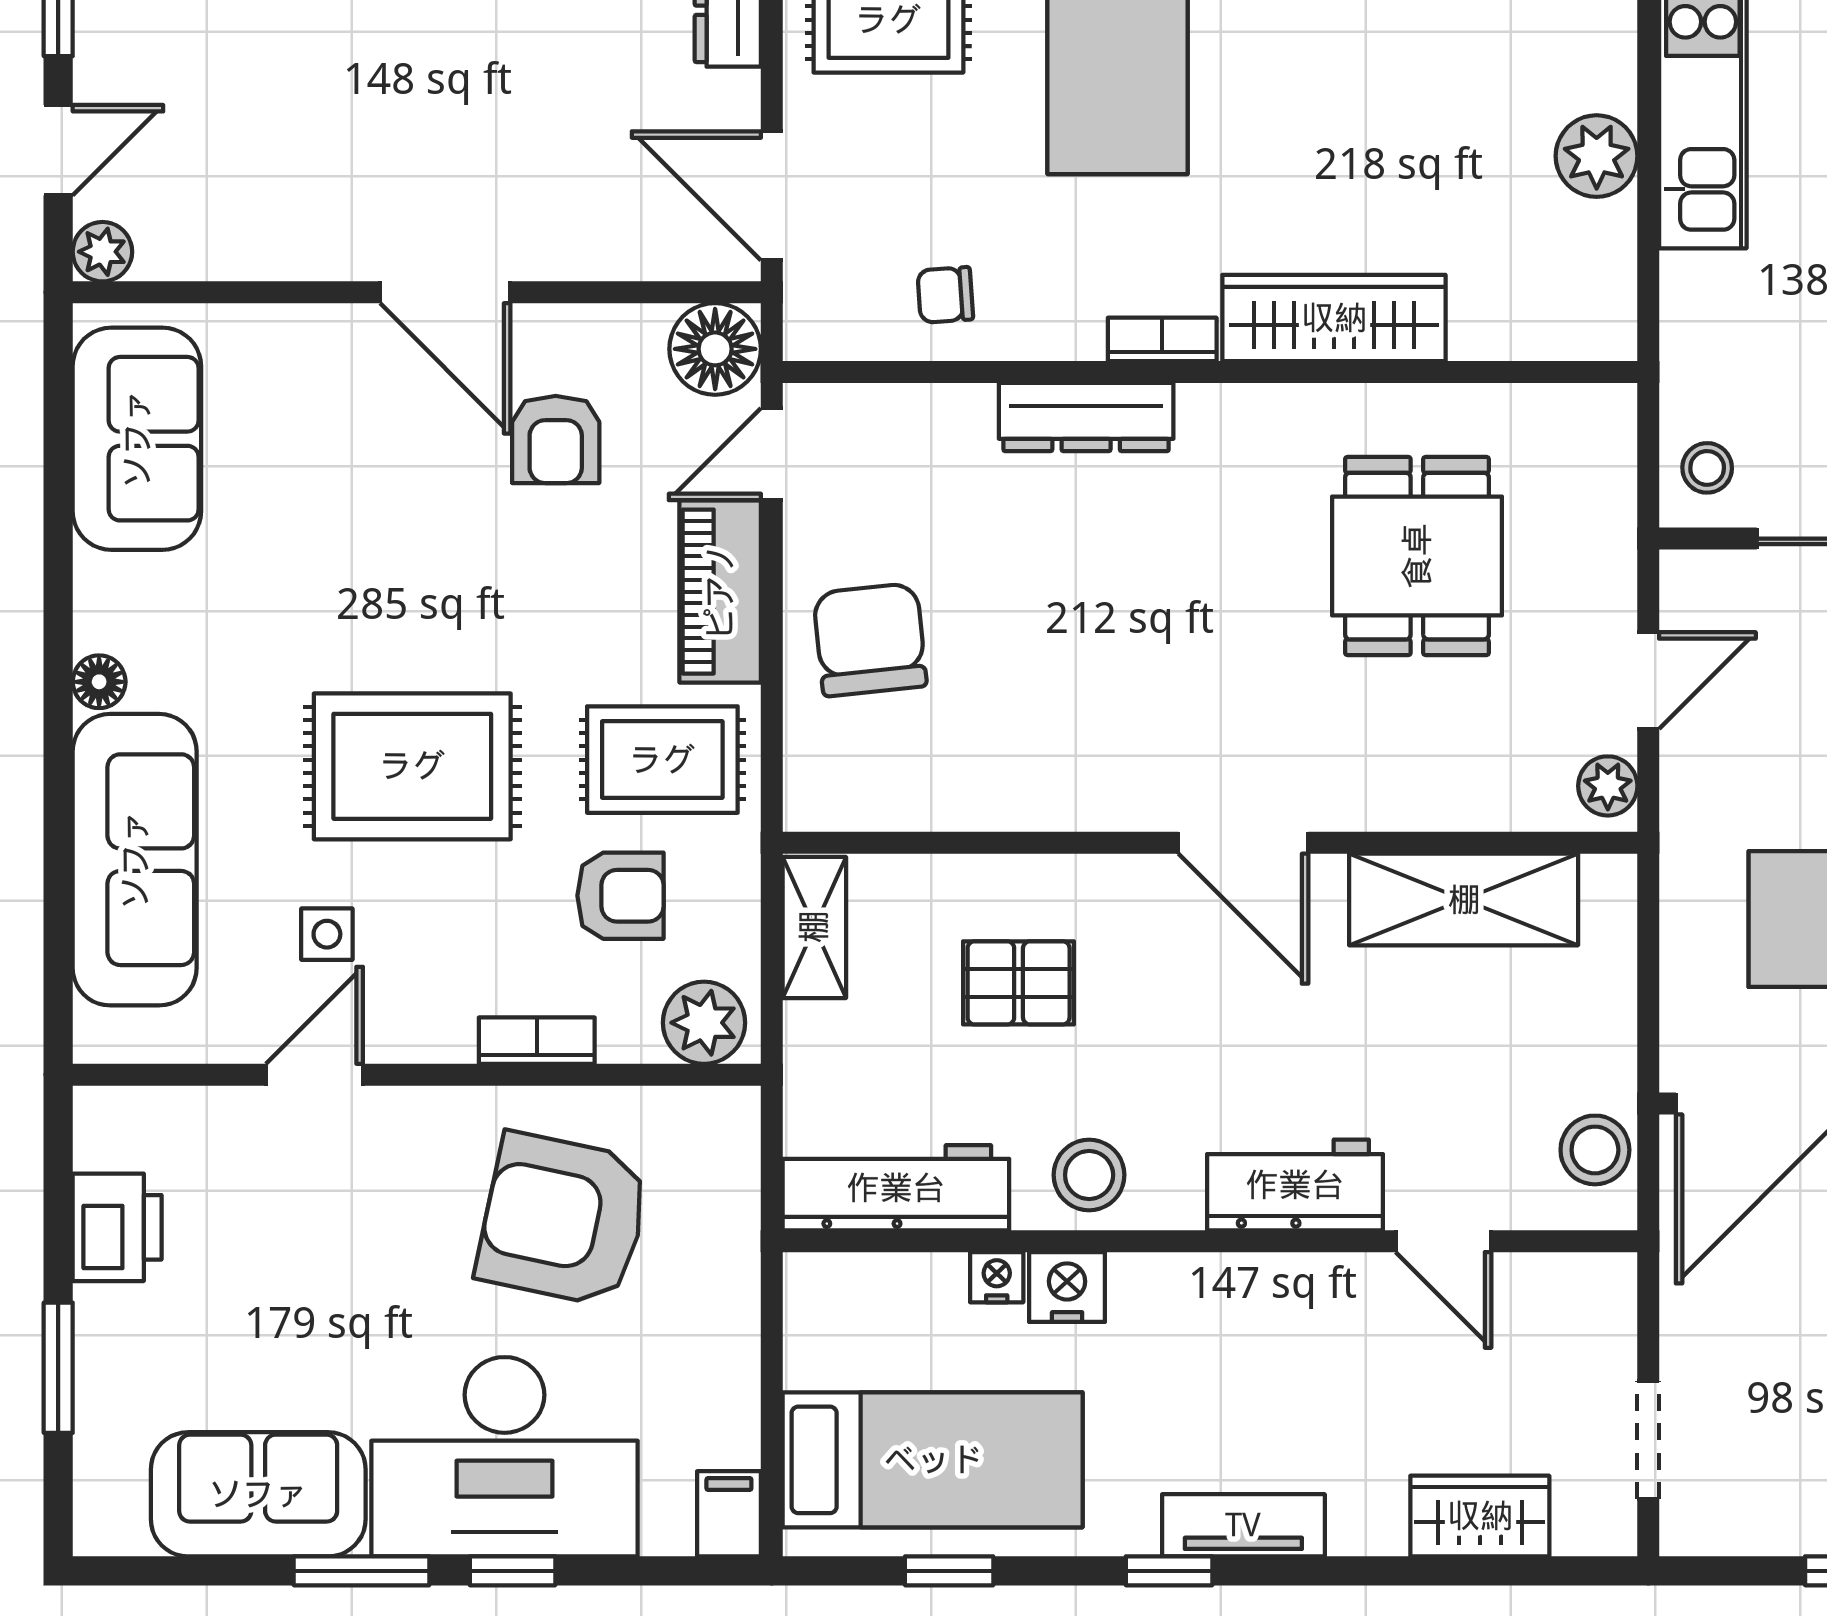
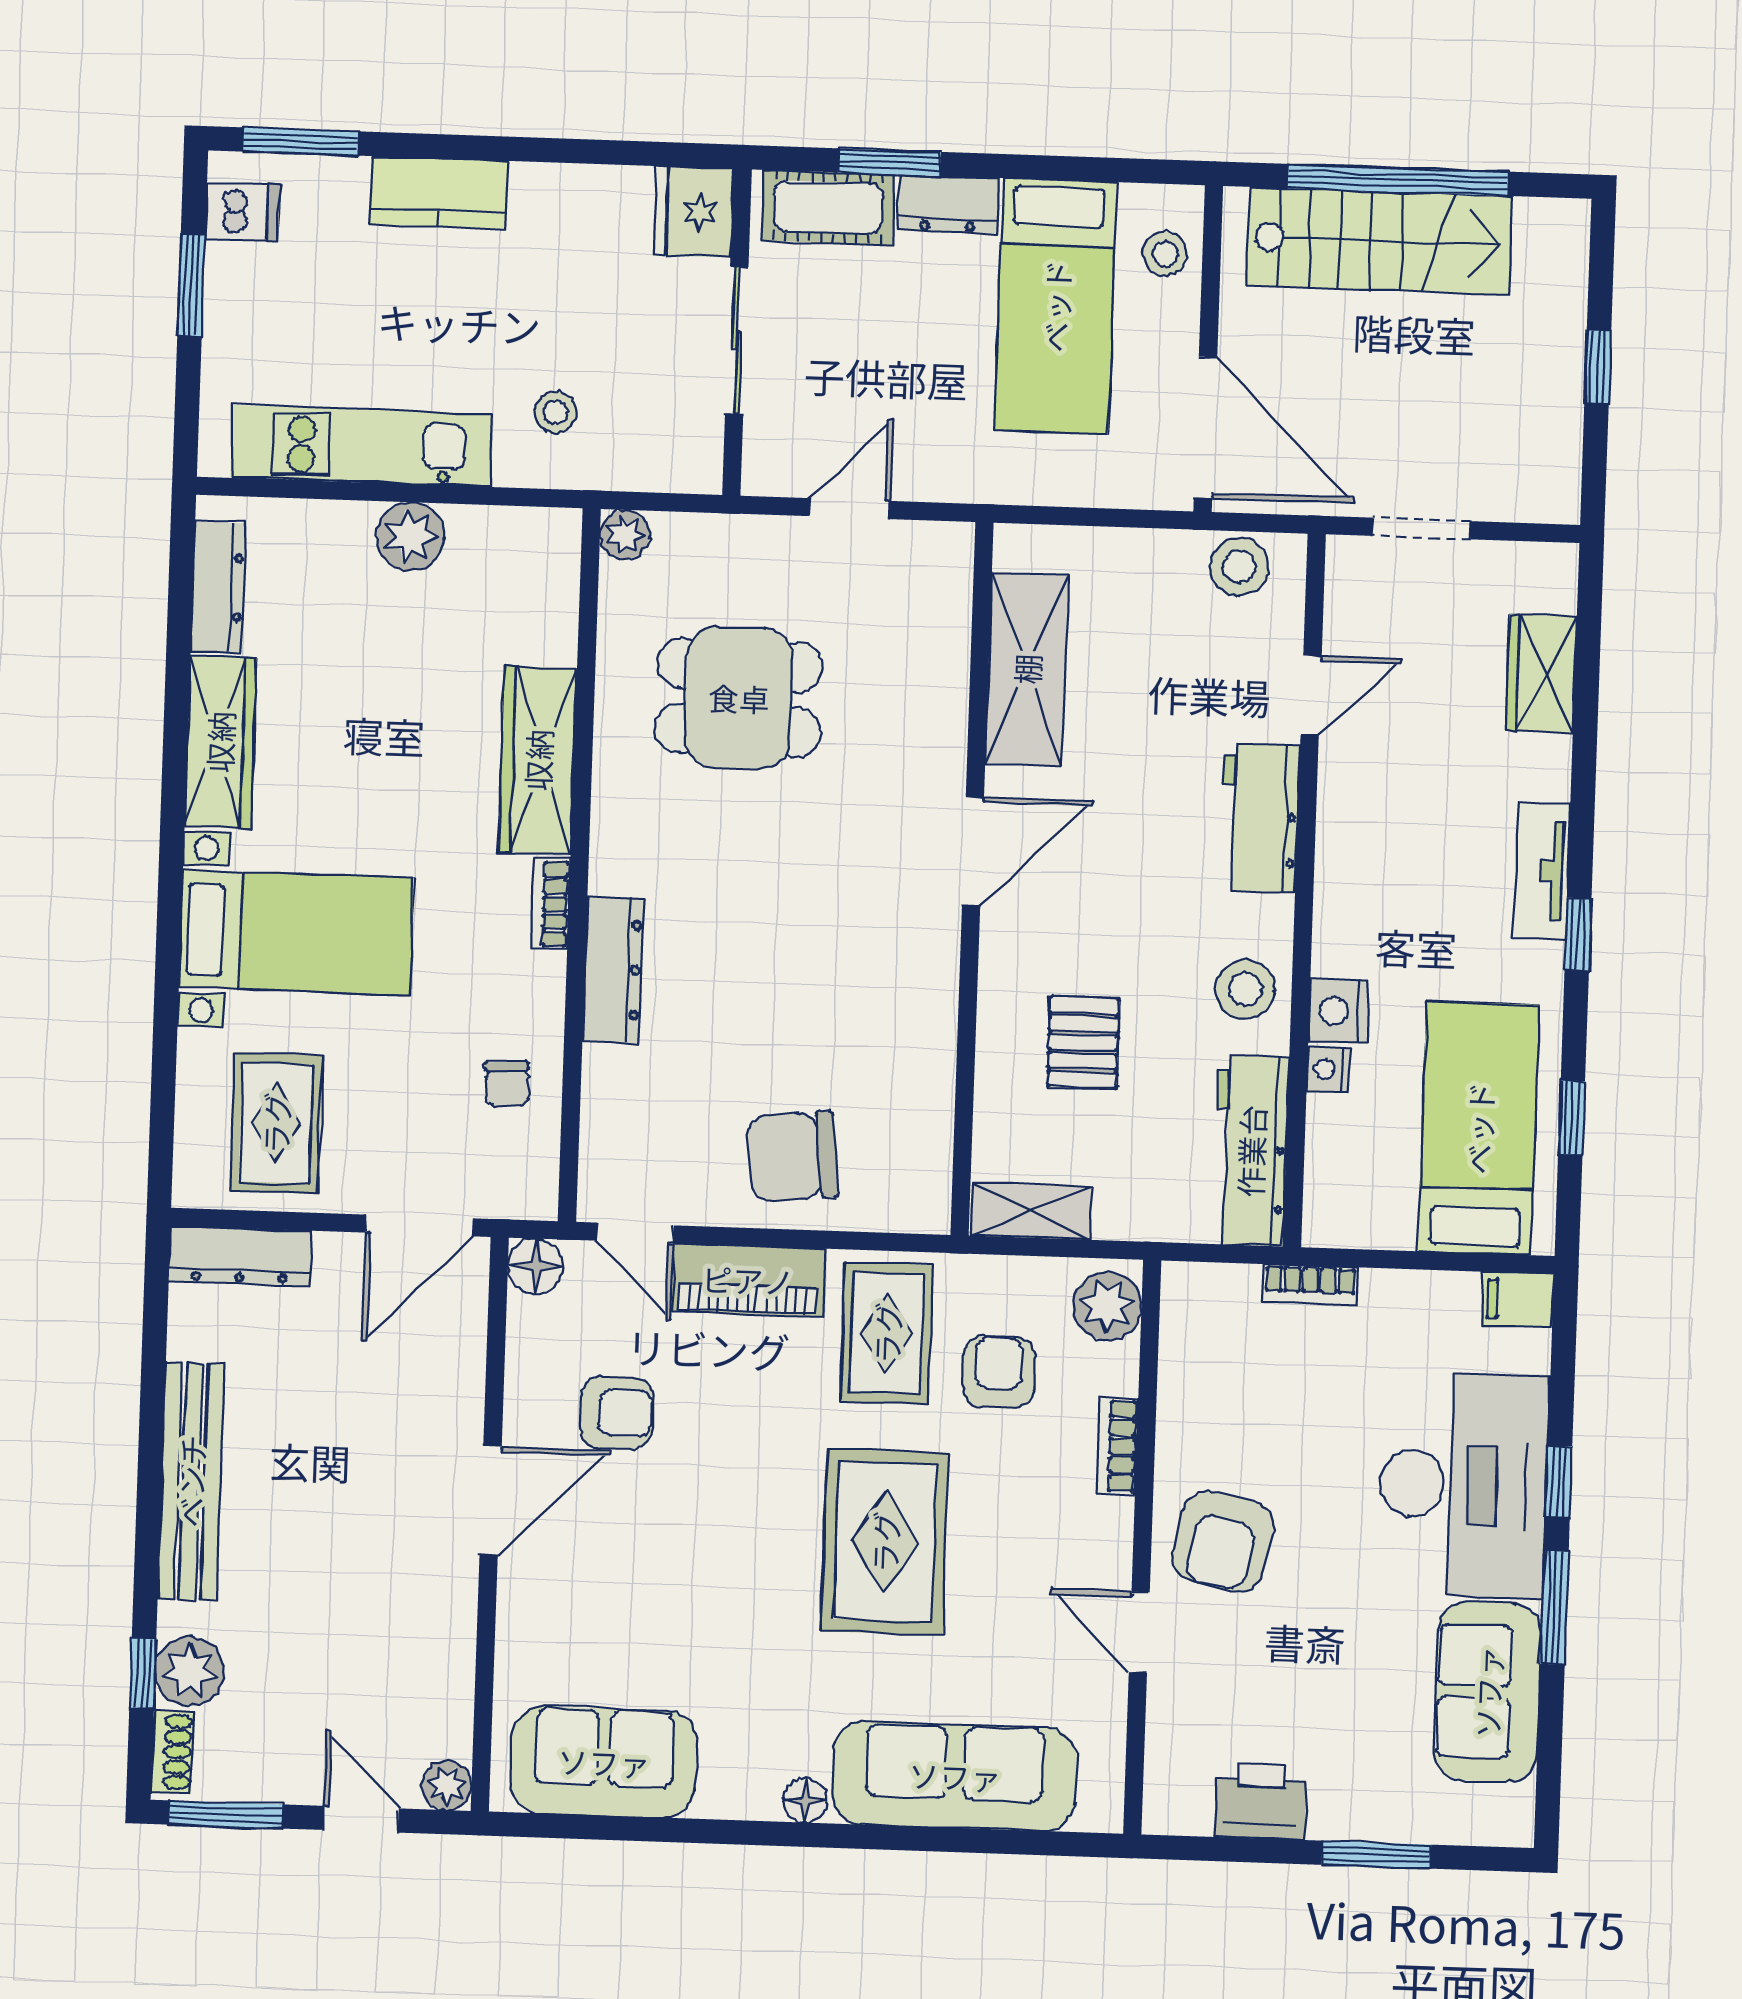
floor lamp: (715, 349) -> (536, 1266), width x0.73, depth x0.73
stool: (1707, 468) -> (555, 412), moved
door: (1648, 680) -> (849, 509), hinge flipped
plant: (1608, 786) -> (625, 535), moved
side table: (327, 934) -> (1022, 1618), removed
armchair: (563, 1220) -> (1223, 1541), moved, width x0.73, depth x0.73
bookcase: (738, 1265) -> (1310, 1285), added
doorway: (1648, 1440) -> (1422, 529), moved

